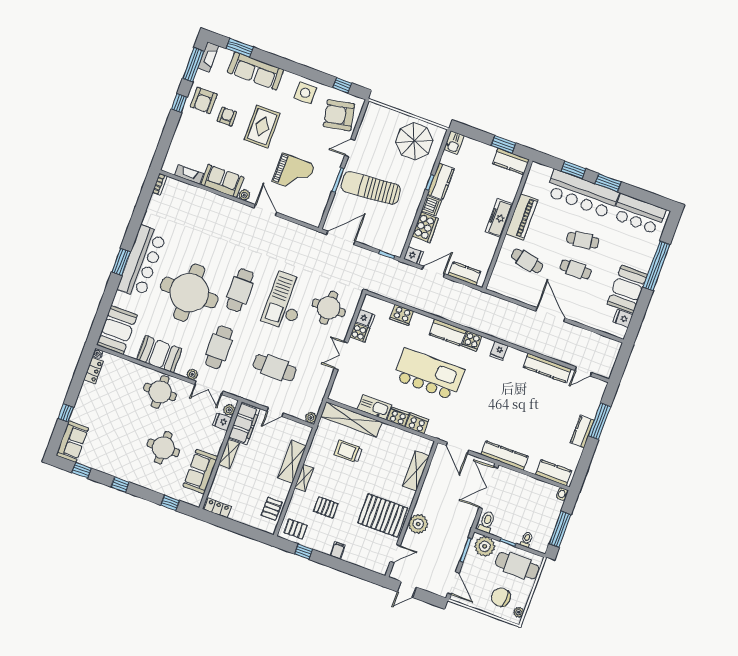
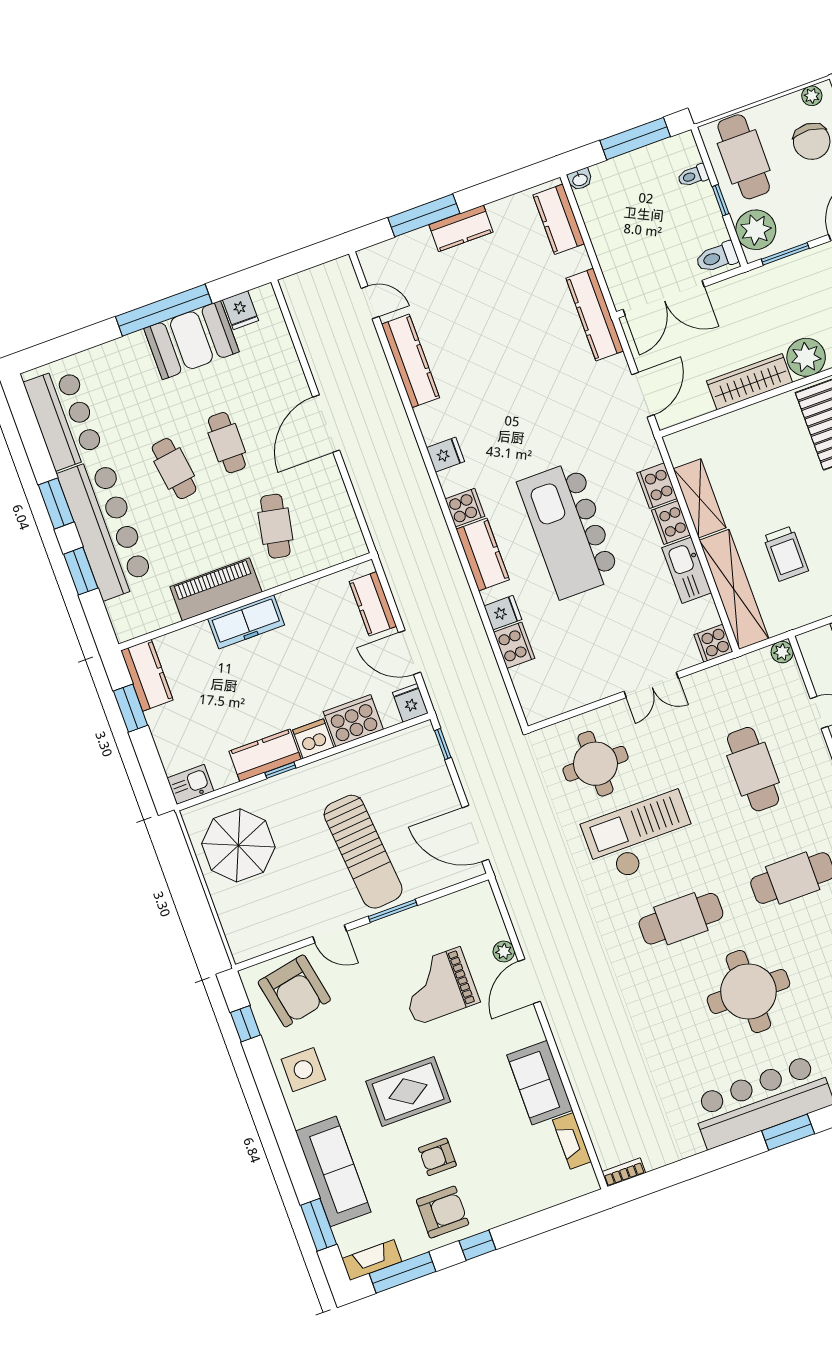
grand piano: (294, 173) -> (438, 986), turned -90
plant: (244, 195) -> (504, 952), moved
window: (656, 266) -> (164, 310), moved
round table: (189, 293) -> (748, 991), width x0.73, depth x0.73
checkout: (285, 301) -> (640, 837), turned 180
fridge: (365, 318) -> (503, 613), moved, turned 90
cooker: (360, 333) -> (713, 643), moved, turned -90
shelving: (416, 471) -> (700, 498), moved, turned 90
wardrobe: (427, 494) -> (750, 382), added

